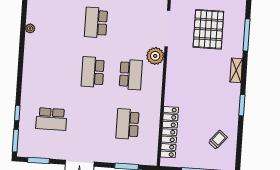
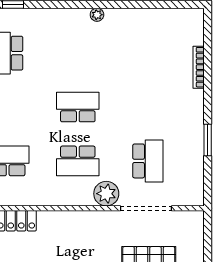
school desk: (96, 23) -> (148, 161), moved, turned 90
plant: (30, 28) -> (97, 15), moved

